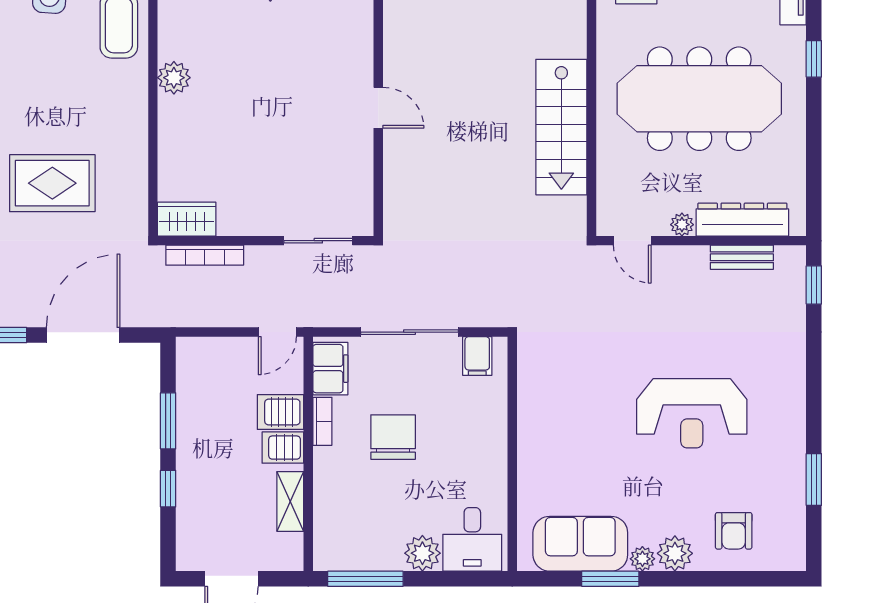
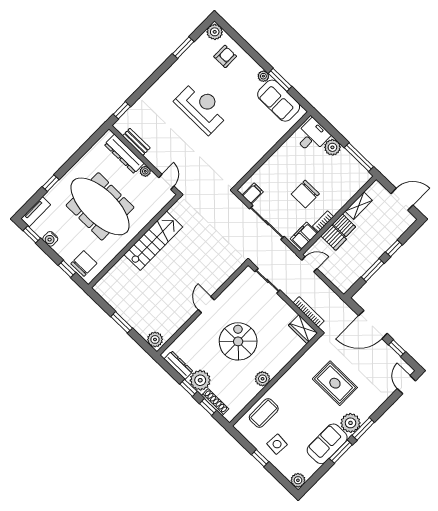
spiral stairs: (271, 99) -> (238, 341), added
plant: (675, 553) -> (215, 32), moved

